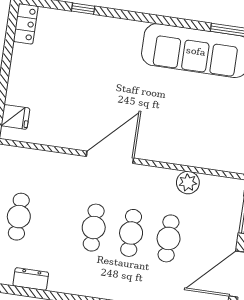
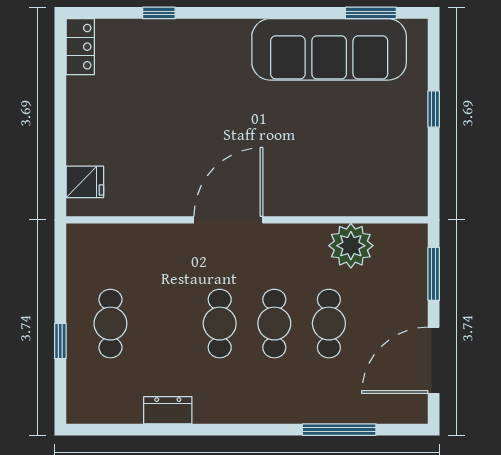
plant: (188, 183) -> (351, 246), width x1.36, depth x1.36
dresser: (31, 279) -> (168, 410), moved

